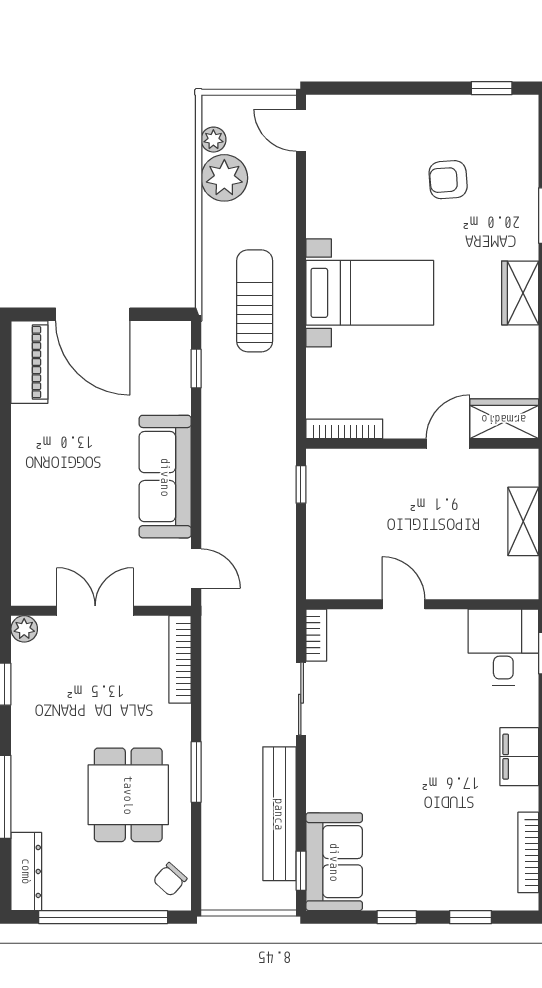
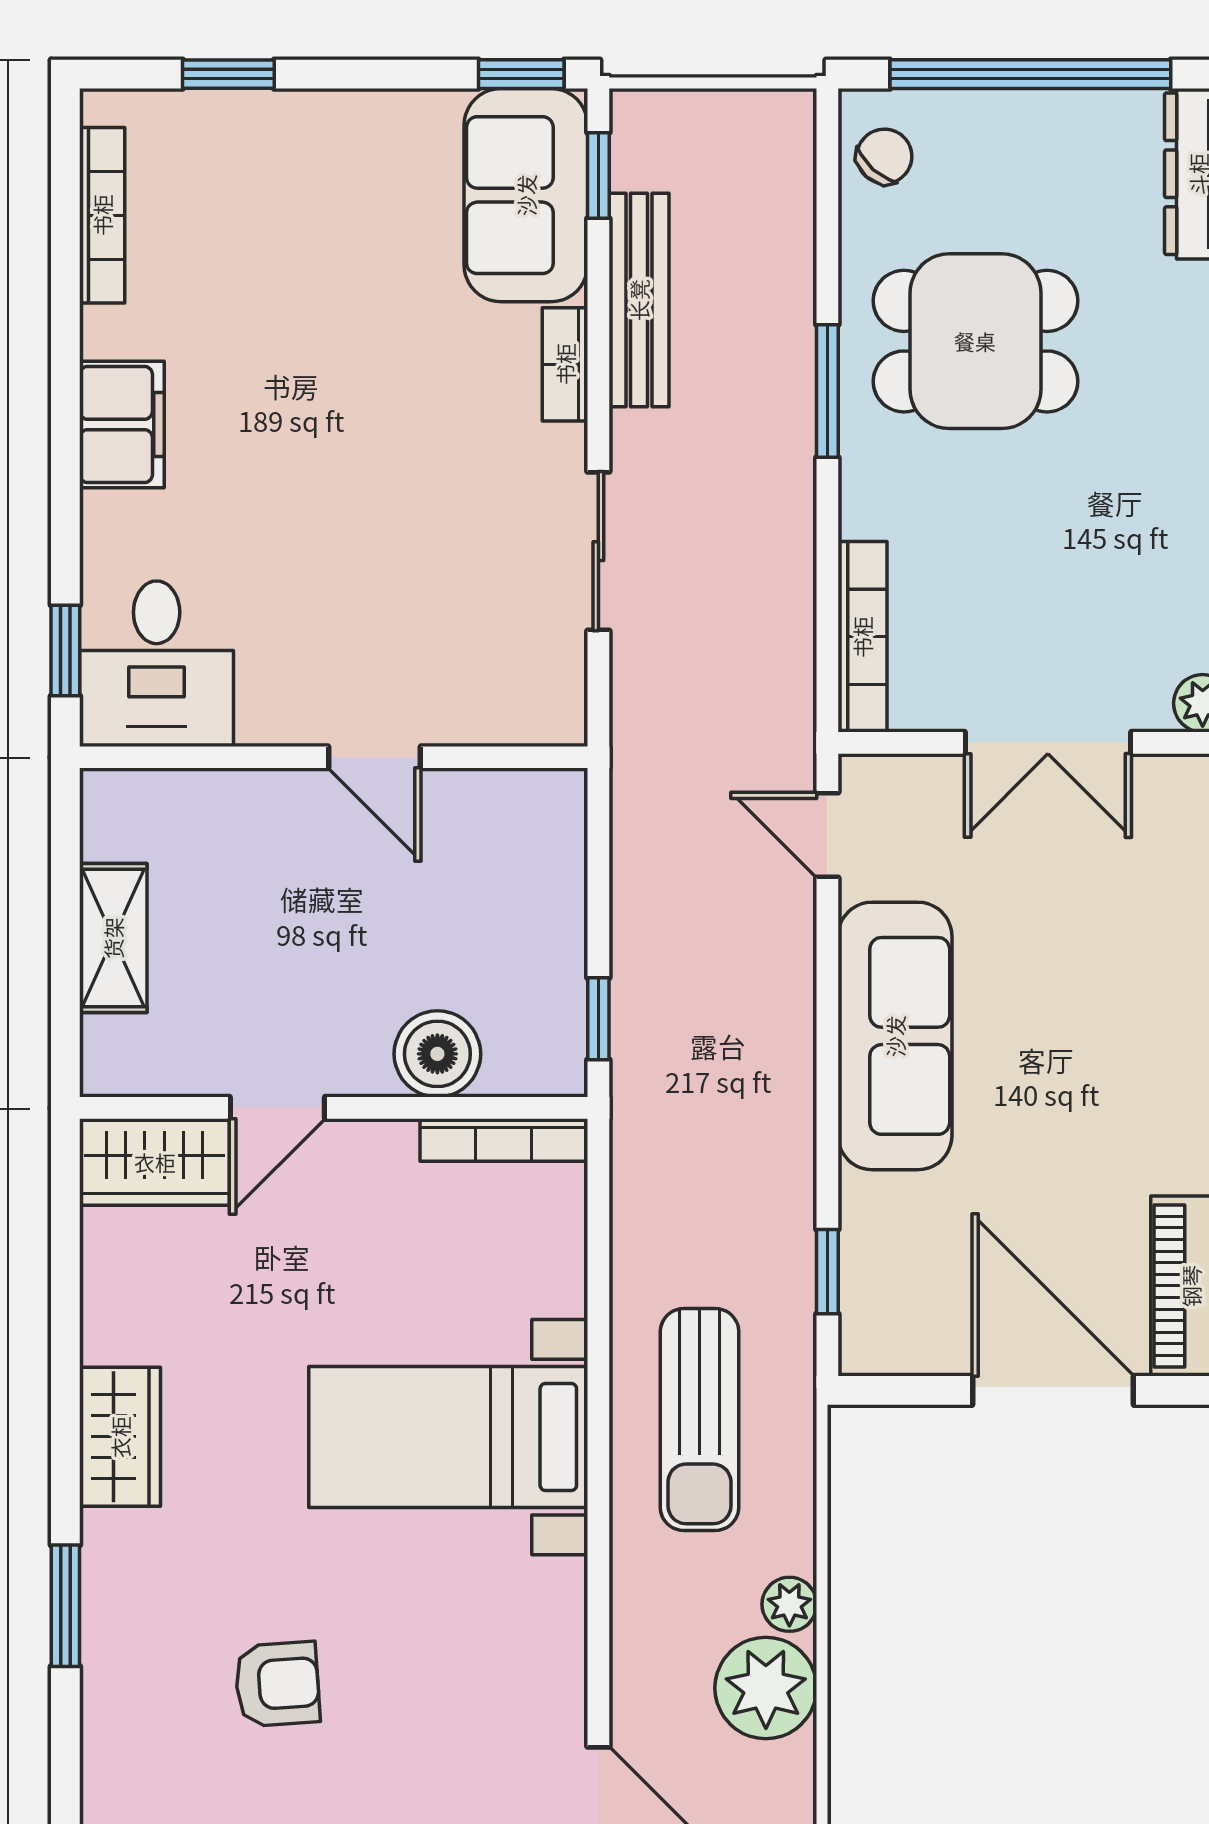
plant: (213, 140) -> (789, 1604), moved
boiler: (375, 468) -> (437, 1054), added
bookcase: (316, 635) -> (565, 364), moved
dining table: (128, 795) -> (975, 341), turned 90
bench: (279, 814) -> (639, 300), width x0.73, depth x0.82
window: (397, 917) -> (521, 74), moved

